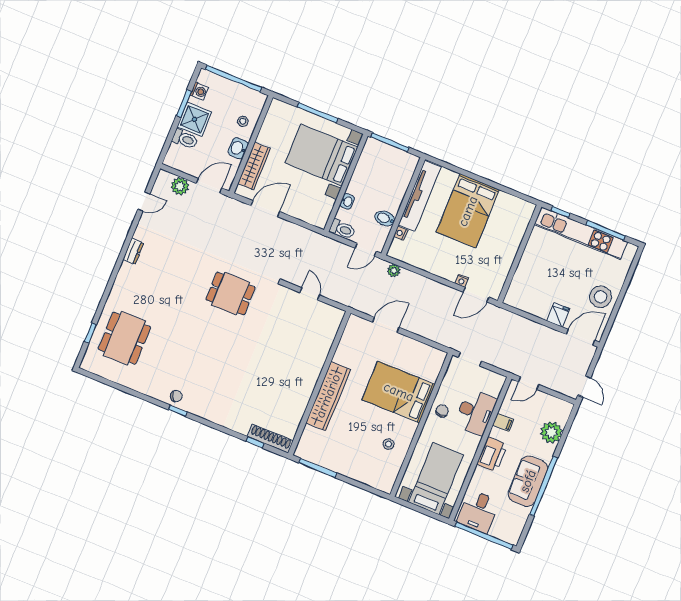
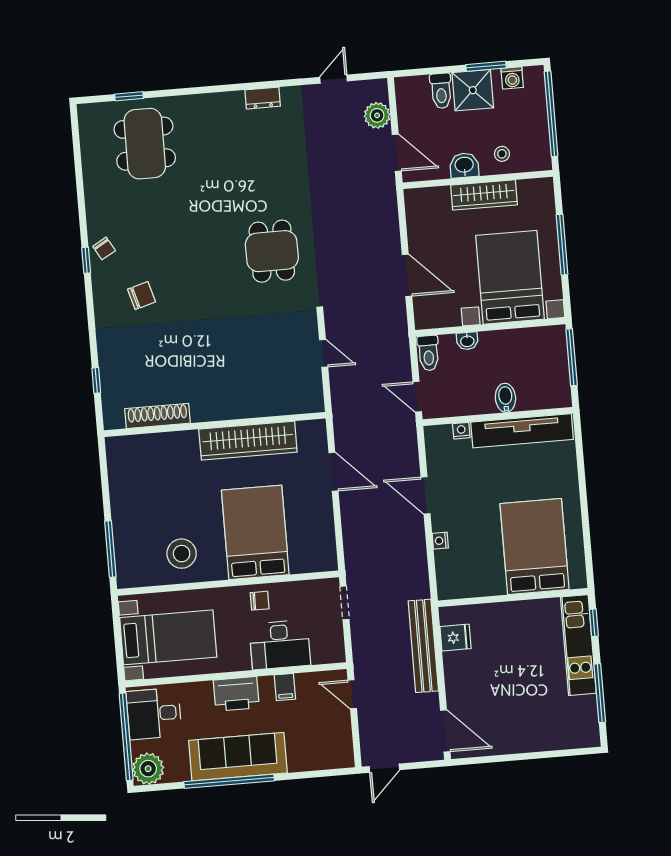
wardrobe: (254, 166) -> (484, 195), moved
door: (144, 202) -> (334, 79), swing flipped
door: (265, 209) -> (407, 275), moved
bed: (468, 211) -> (534, 546), moved, turned 90
bidet: (385, 218) -> (505, 398), moved
kitchen unit: (581, 233) -> (578, 645), width x0.73
plant: (394, 271) -> (409, 446), removed
door: (310, 294) -> (324, 353), hinge flipped
door: (476, 295) -> (426, 495), moved
stool: (600, 297) -> (511, 730), removed
fridge: (558, 315) -> (456, 638), moved
bench: (521, 324) -> (423, 646), added
dining table: (124, 338) -> (145, 144), turned 90
chair: (217, 388) -> (141, 296), added
wardrobe: (328, 396) -> (248, 441), moved
plant: (551, 432) -> (148, 769), moved
shoe rack: (270, 439) -> (158, 416), moved, turned -90
stool: (388, 444) -> (182, 554), width x1.89, depth x1.89
window: (318, 468) -> (110, 549), moved
sofa: (528, 481) -> (238, 757), width x1.36

